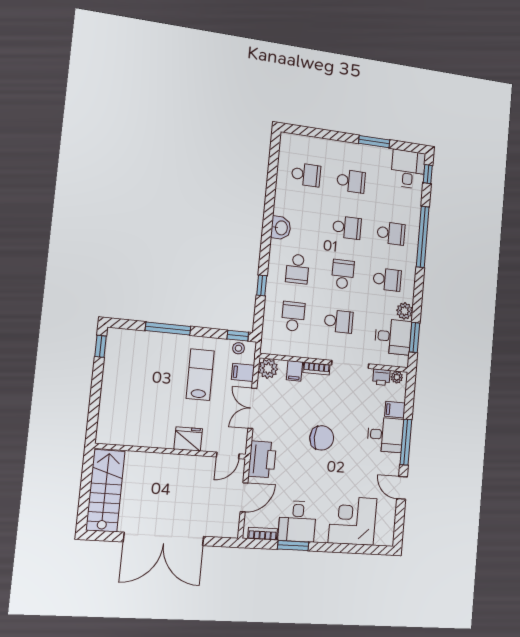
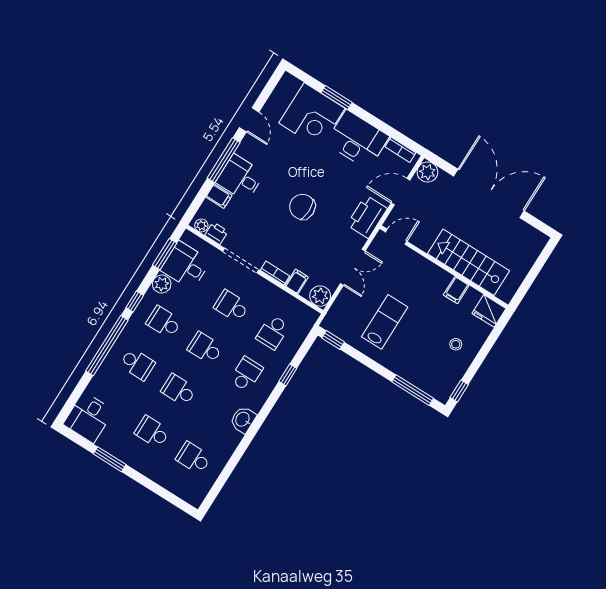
window: (428, 174) -> (135, 302), moved
school desk: (391, 233) -> (137, 364), turned 180
school desk: (343, 274) -> (205, 348), turned 90
window: (168, 329) -> (413, 390), moved
stool: (238, 348) -> (456, 344), moved
filing cabinet: (243, 372) -> (456, 290), moved, turned 90
lab bench: (200, 375) -> (385, 322), turned 180
fridge: (188, 439) -> (489, 311), moved
stairs: (105, 491) -> (468, 262), moved, turned 90
desk: (297, 521) -> (357, 140), width x1.37
plant: (229, 528) -> (427, 172), added
window: (293, 546) -> (337, 98), moved

